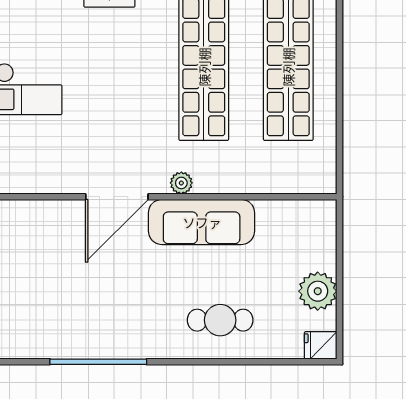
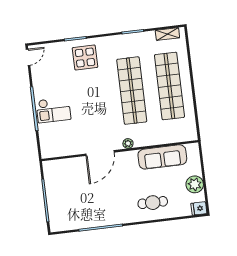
sofa: (202, 222) -> (162, 157), moved

